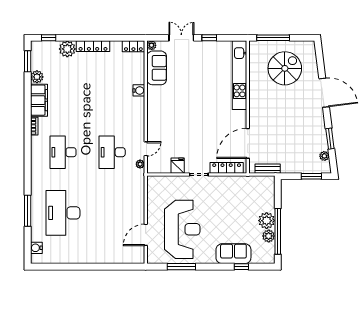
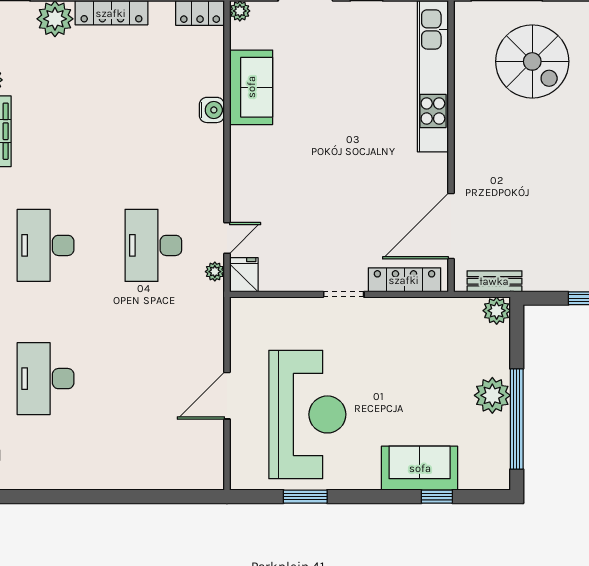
sofa: (157, 68) -> (251, 87), moved
spiral stairs: (285, 68) -> (532, 61), turned 90
fridge: (178, 166) -> (244, 275), moved
desk: (63, 213) -> (46, 379), width x0.73, depth x0.77
door: (146, 235) -> (227, 396), moved
plant: (269, 236) -> (497, 311), moved
window: (181, 267) -> (305, 497), width x0.69

